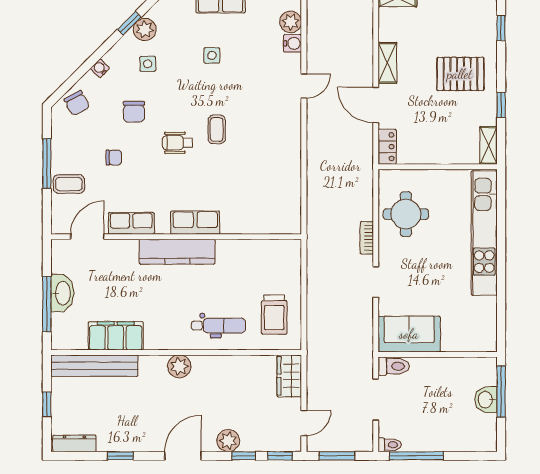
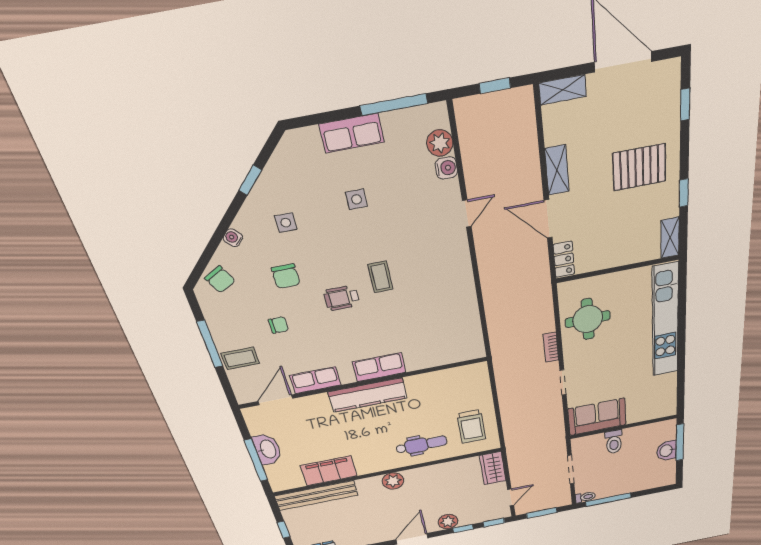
plant: (145, 30) -> (271, 184), removed
toilet: (394, 366) -> (614, 442), moved, turned 90

